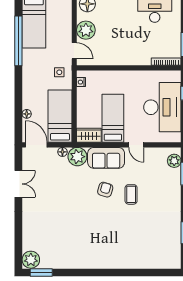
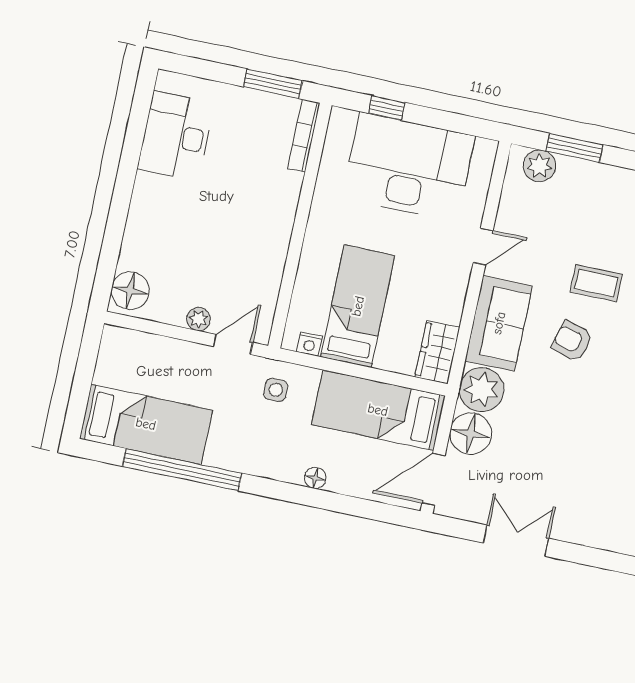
plant: (86, 30) -> (198, 319), width x0.53, depth x0.53
floor lamp: (27, 114) -> (315, 478), moved
bed: (113, 118) -> (358, 306), moved, turned 90
floor lamp: (62, 152) -> (471, 434), width x1.89, depth x1.89

